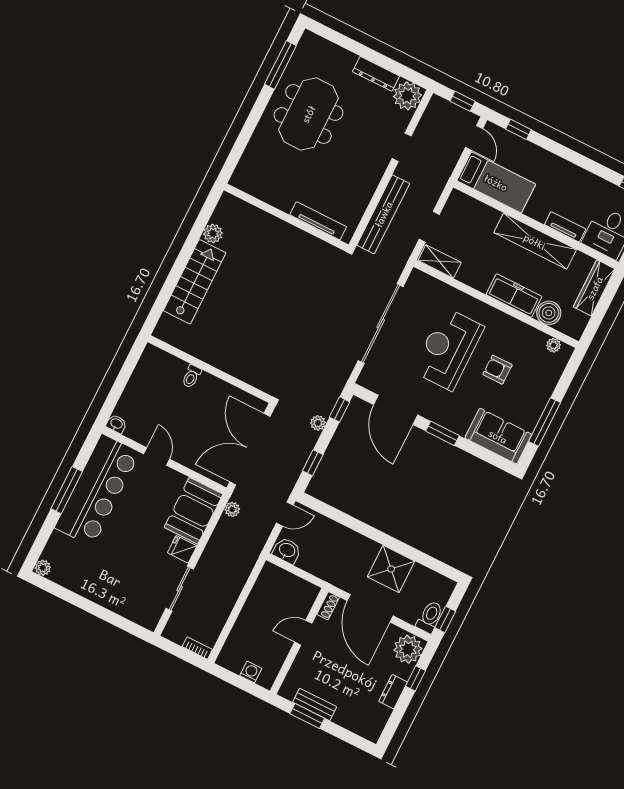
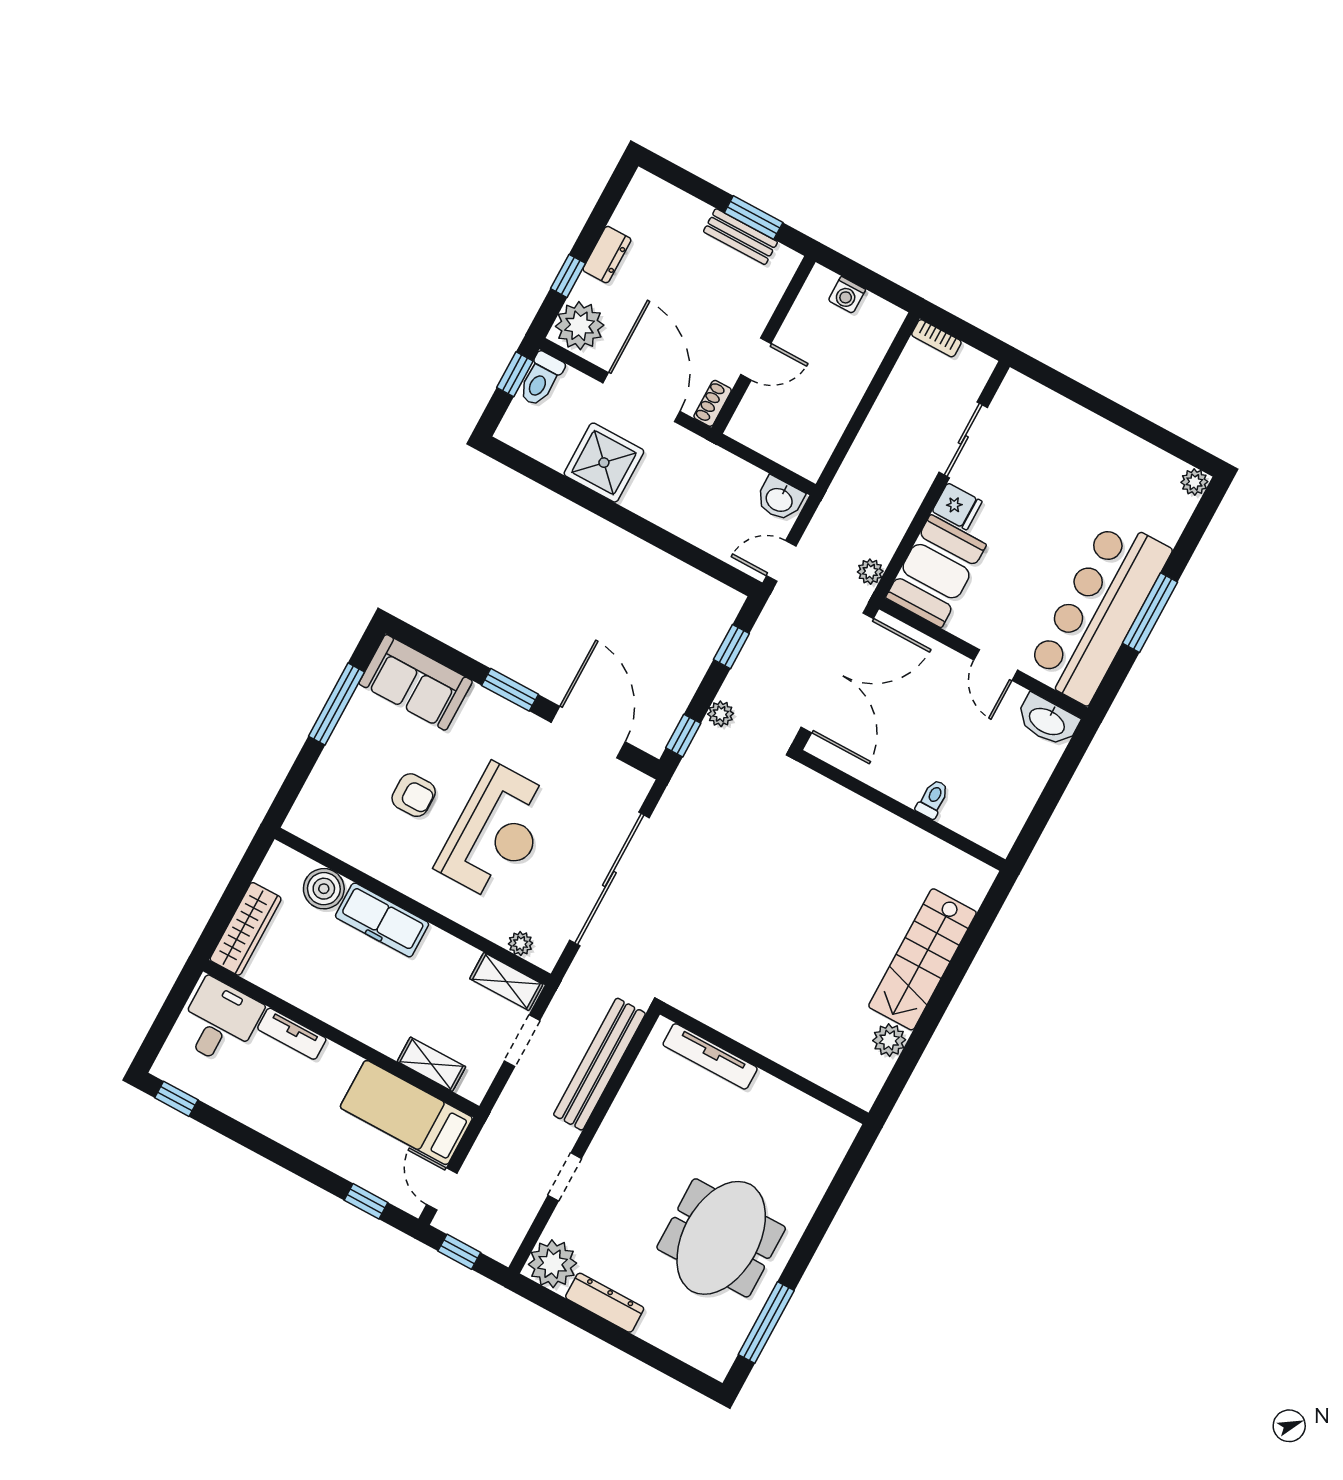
shelving: (535, 241) -> (431, 1064), moved, width x0.45, depth x0.75
plant: (554, 345) -> (520, 944), moved
washbasin: (116, 424) -> (1047, 721), width x1.91, depth x1.45

